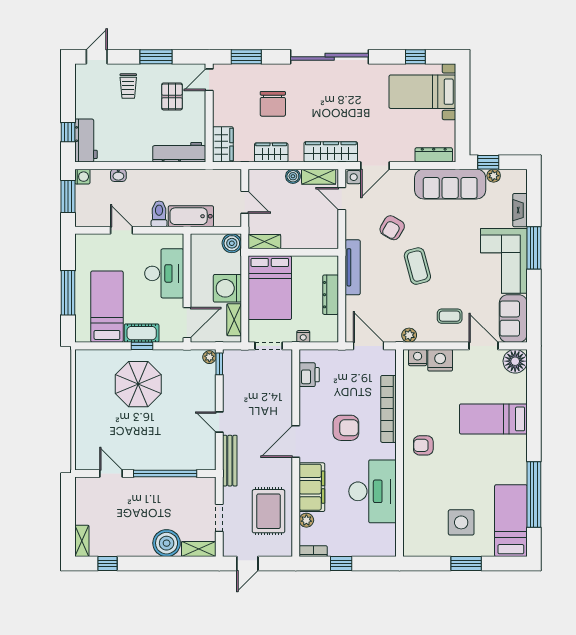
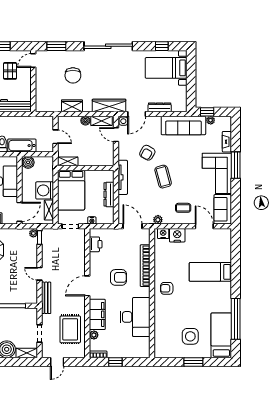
wardrobe: (223, 144) -> (42, 101), removed
dresser: (434, 155) -> (160, 107), moved
boiler: (232, 243) -> (28, 162), moved
floor lamp: (515, 361) -> (224, 236), removed

